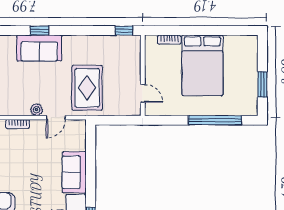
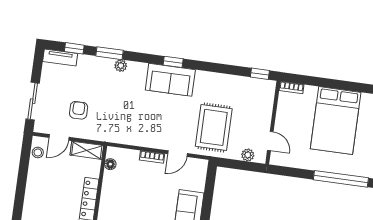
bookcase: (169, 40) -> (291, 88), moved
plant: (37, 110) -> (248, 155), moved
bookcase: (18, 124) -> (152, 157), moved

